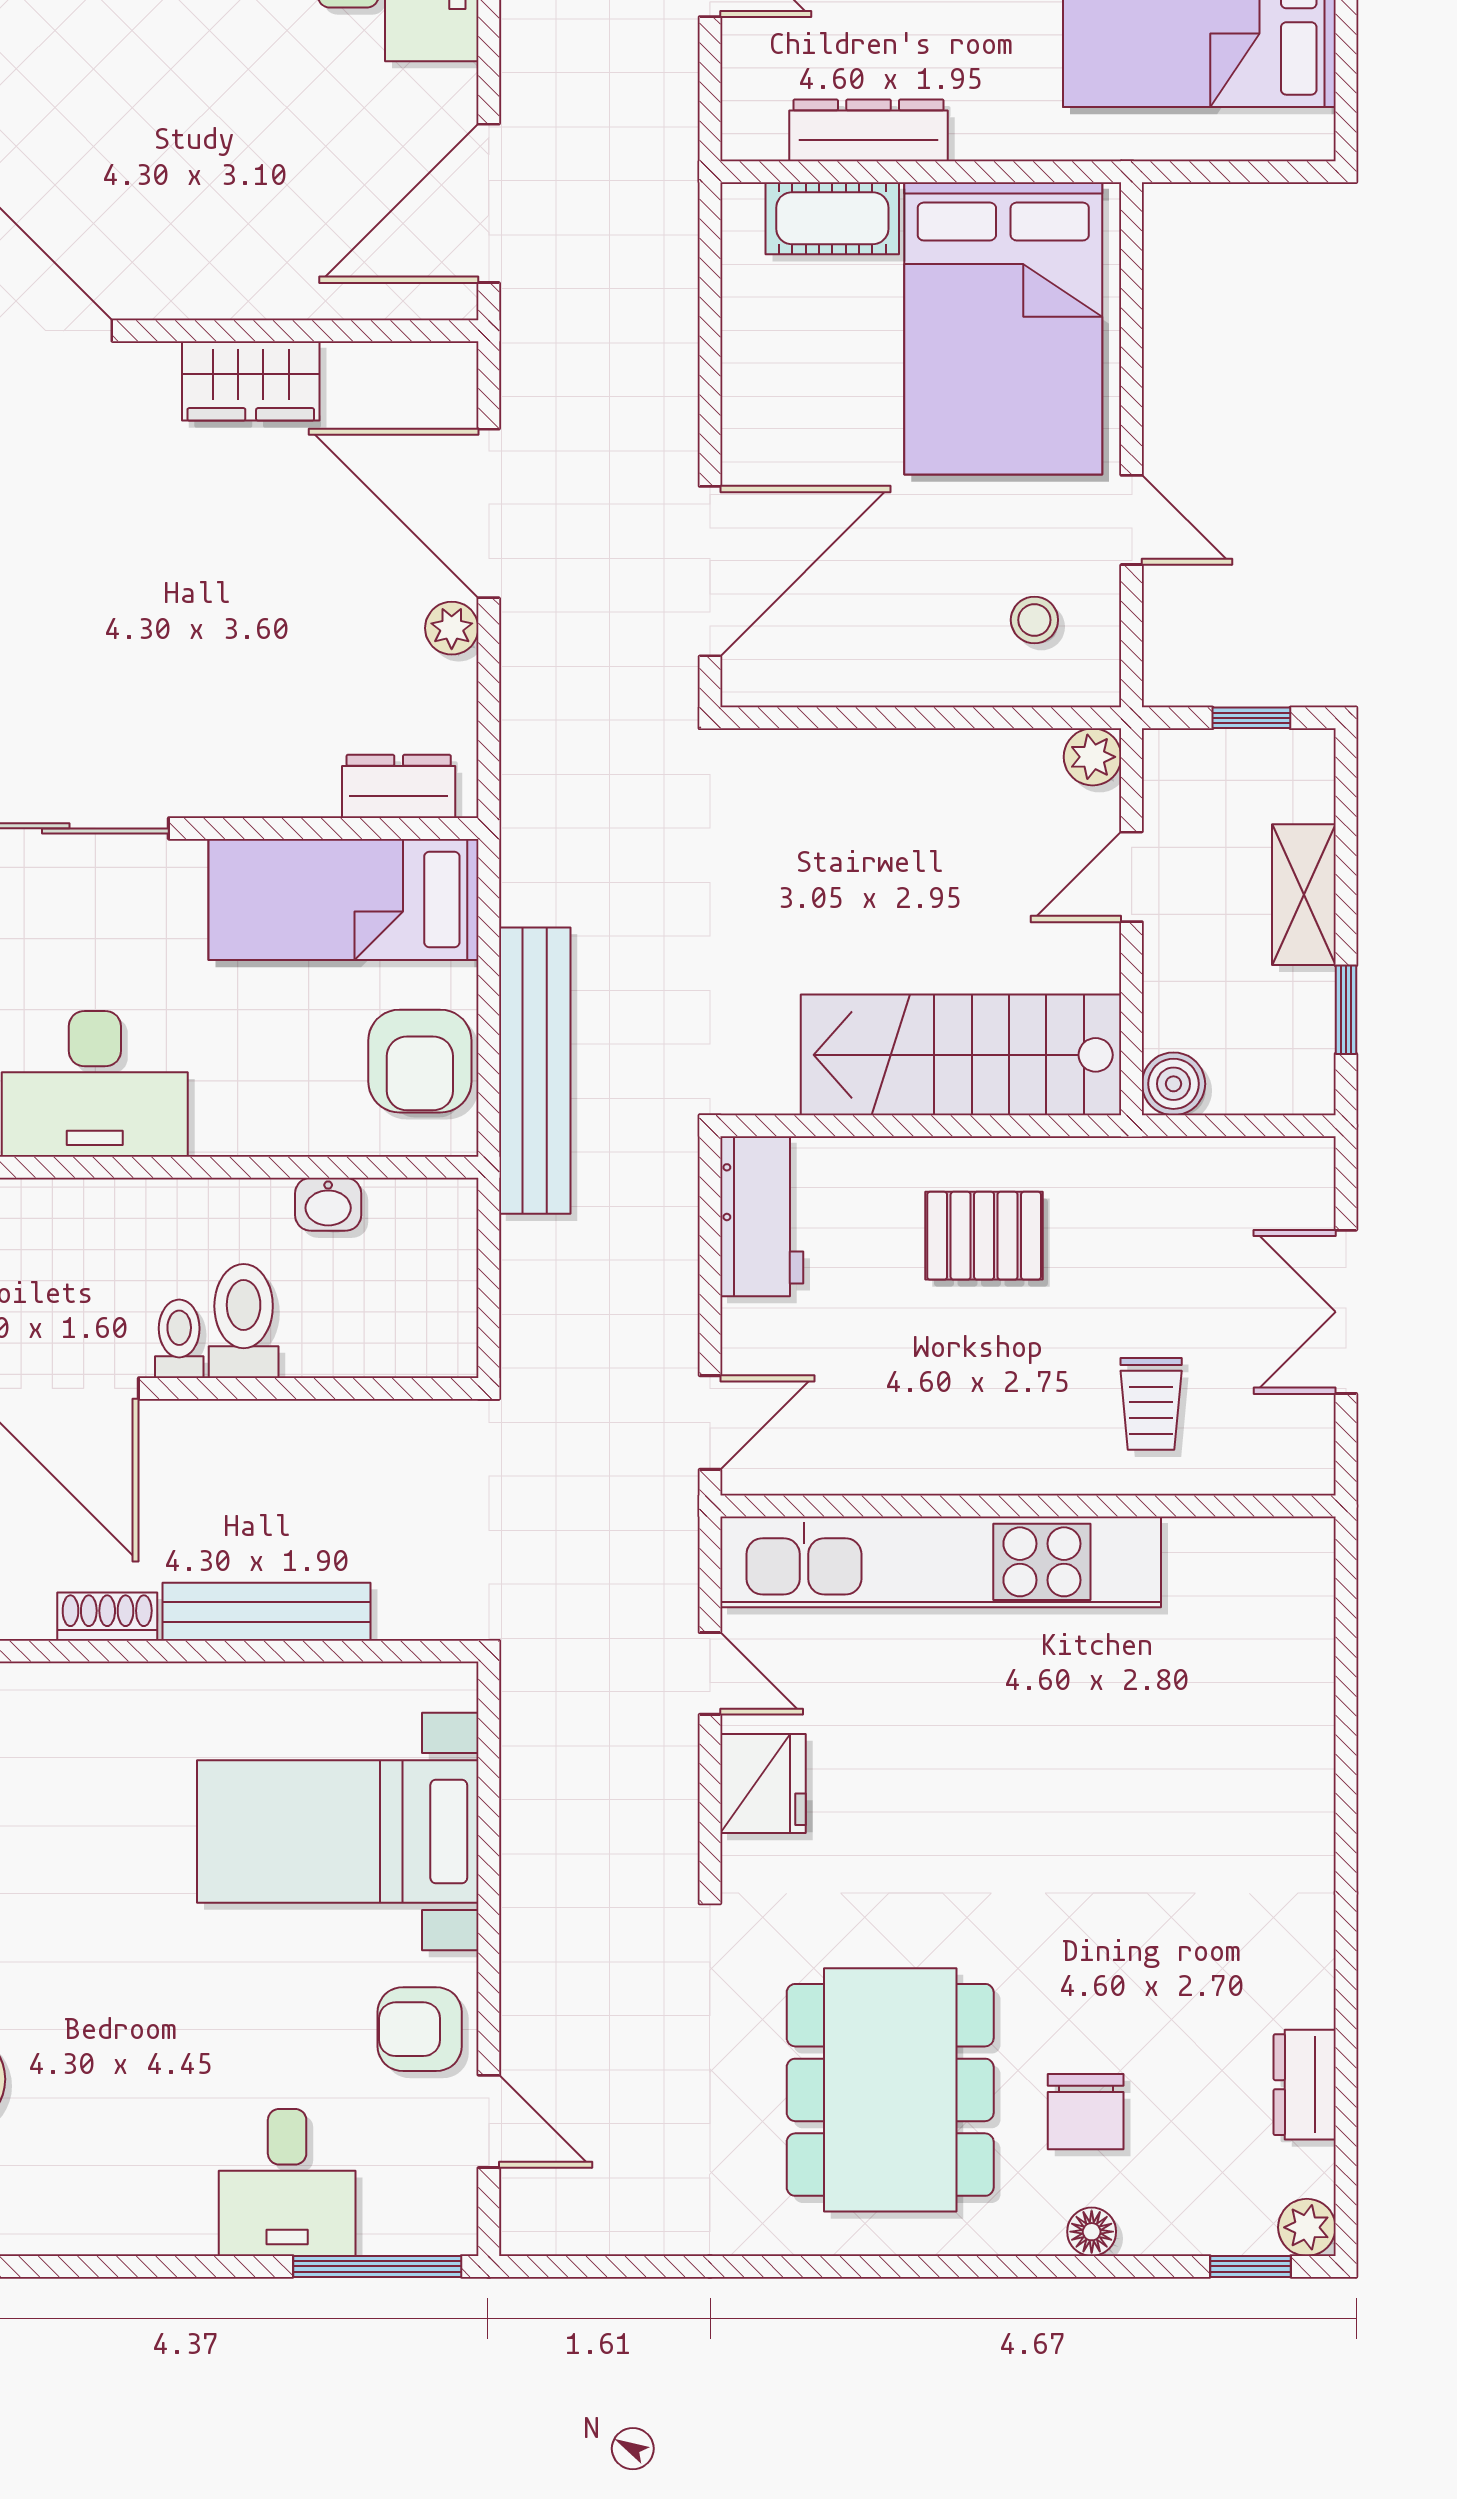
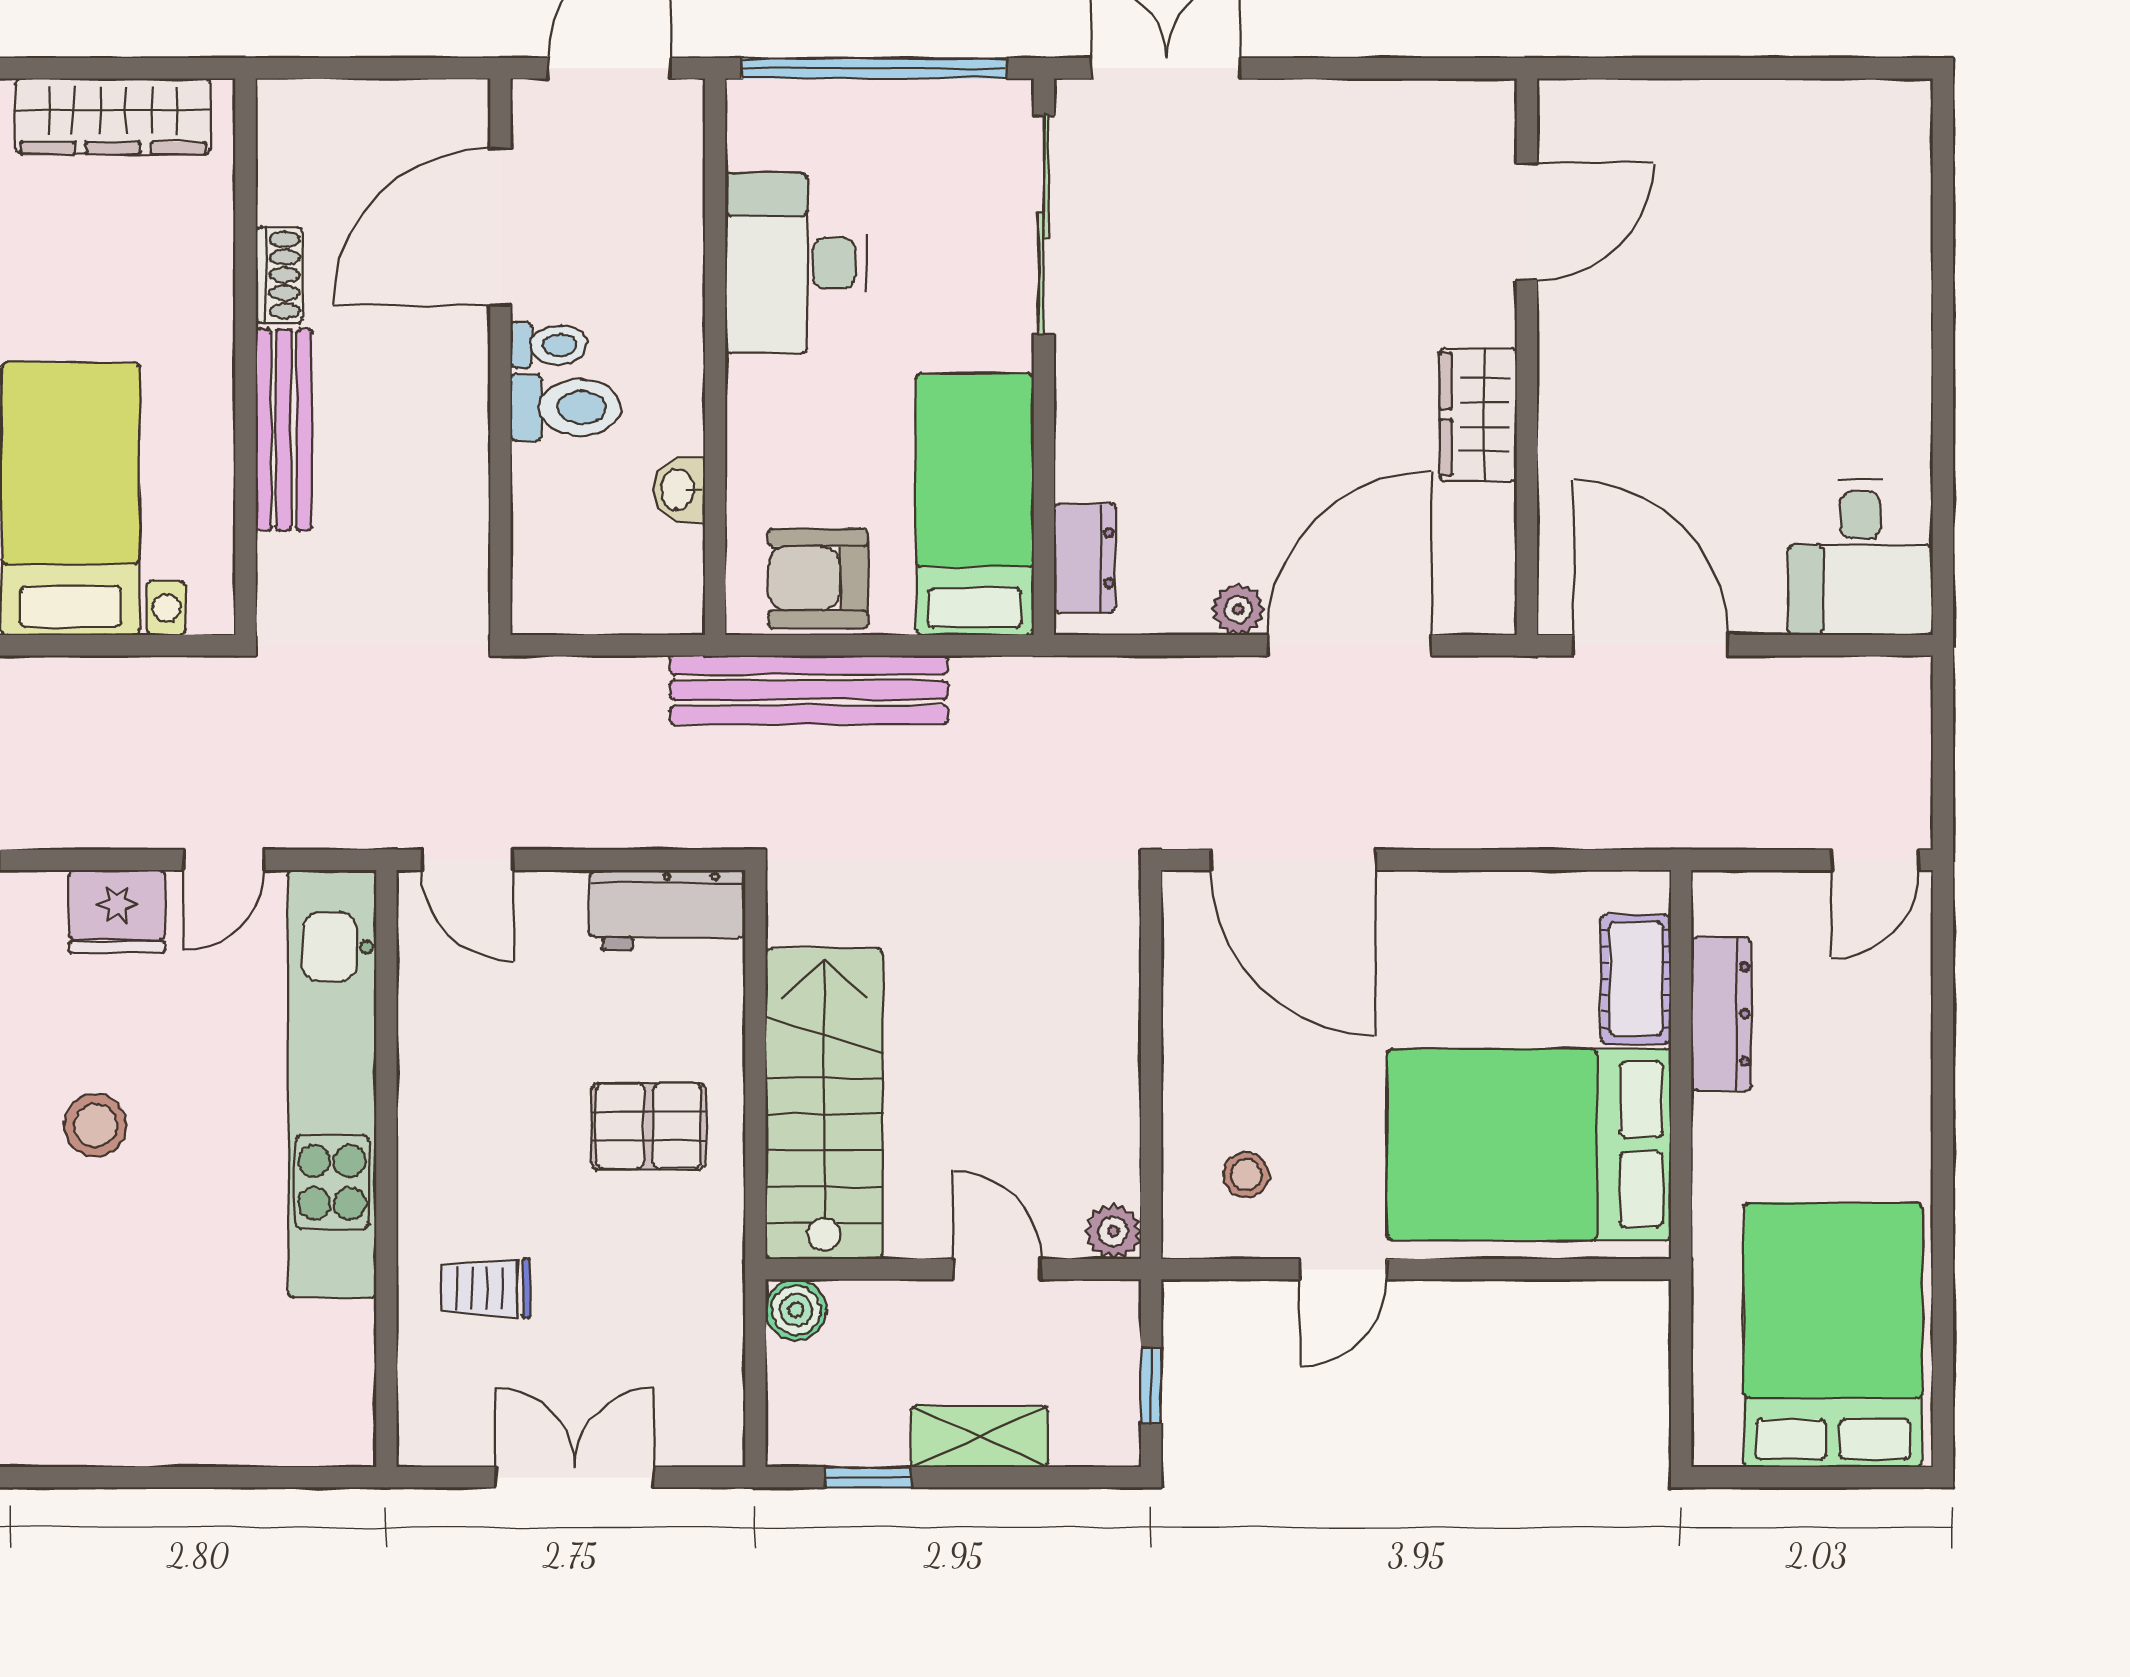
pallet: (984, 1236) -> (649, 1126), turned 90
stool: (983, 1806) -> (95, 1125), added

